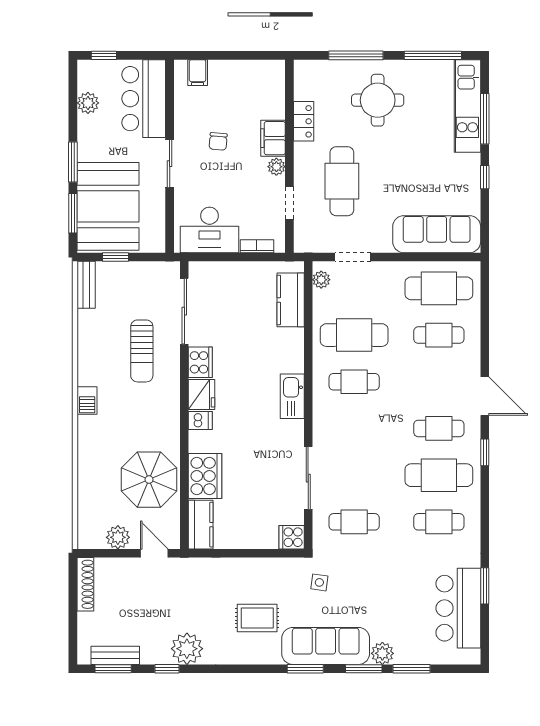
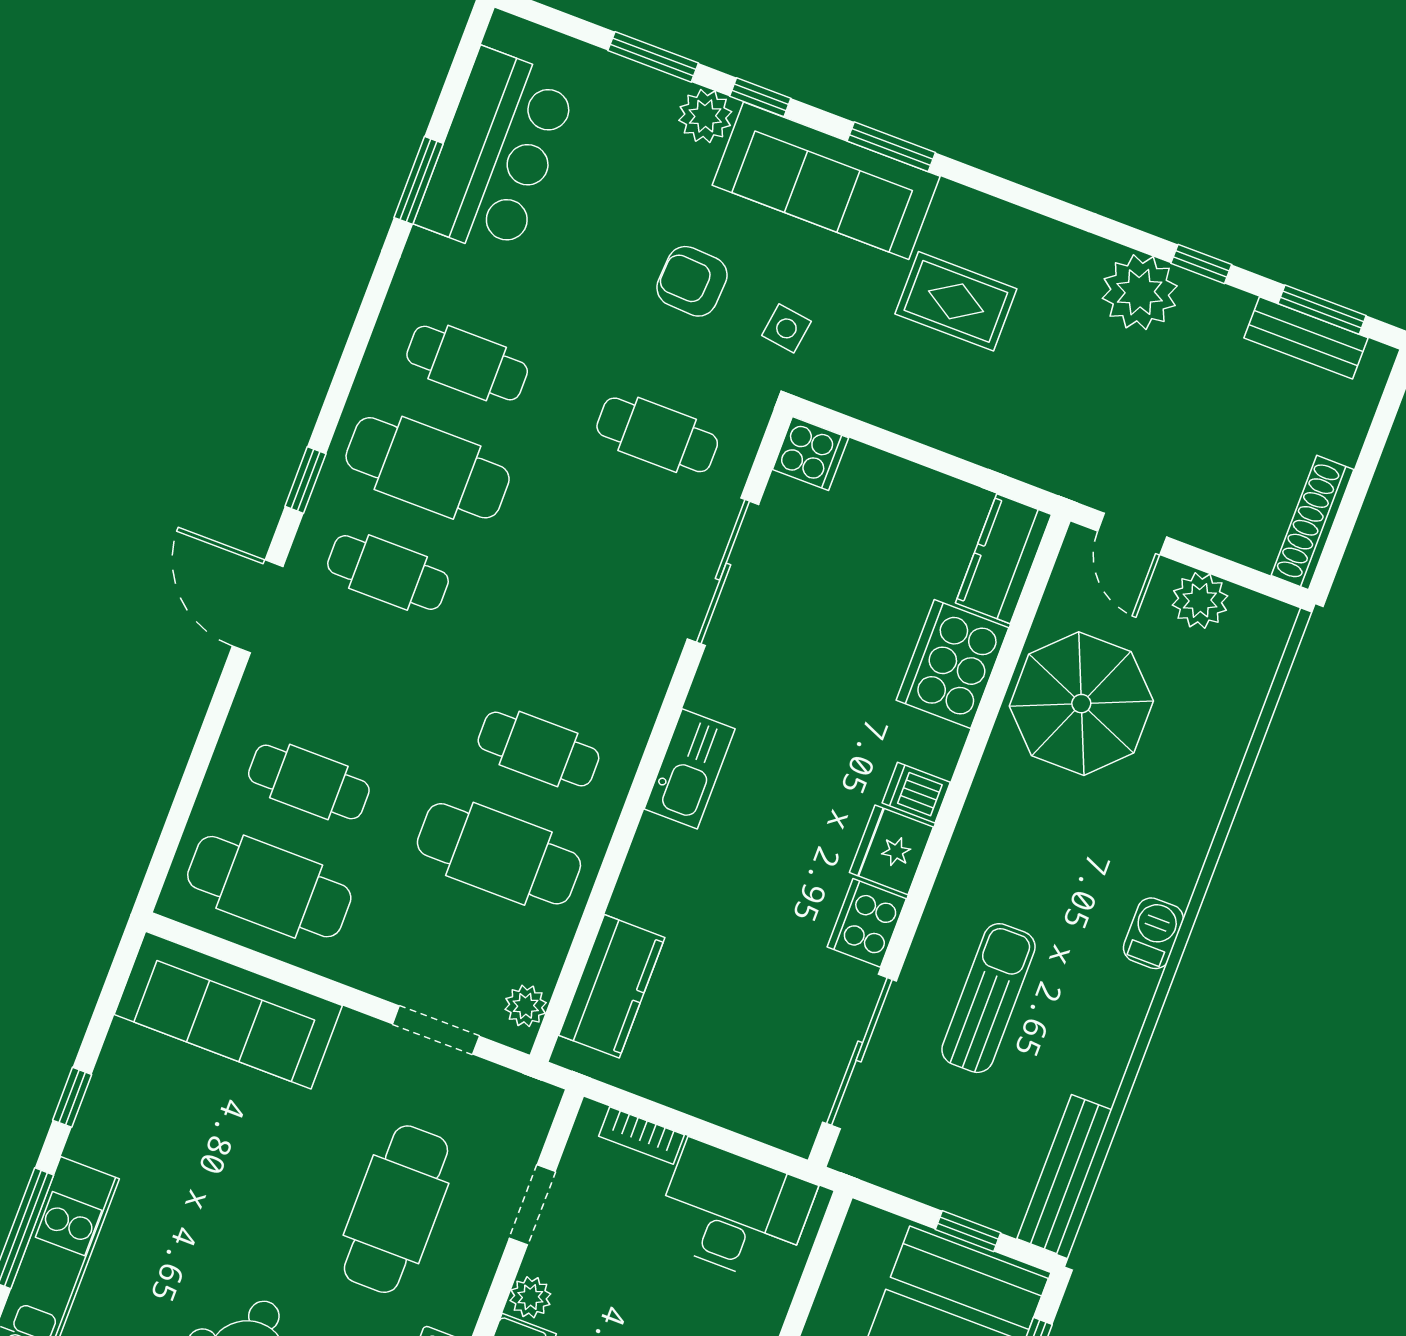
bench: (86, 285) -> (1064, 1174), width x1.36
armchair: (363, 587) -> (692, 281), added
window: (364, 669) -> (760, 97), width x0.67

